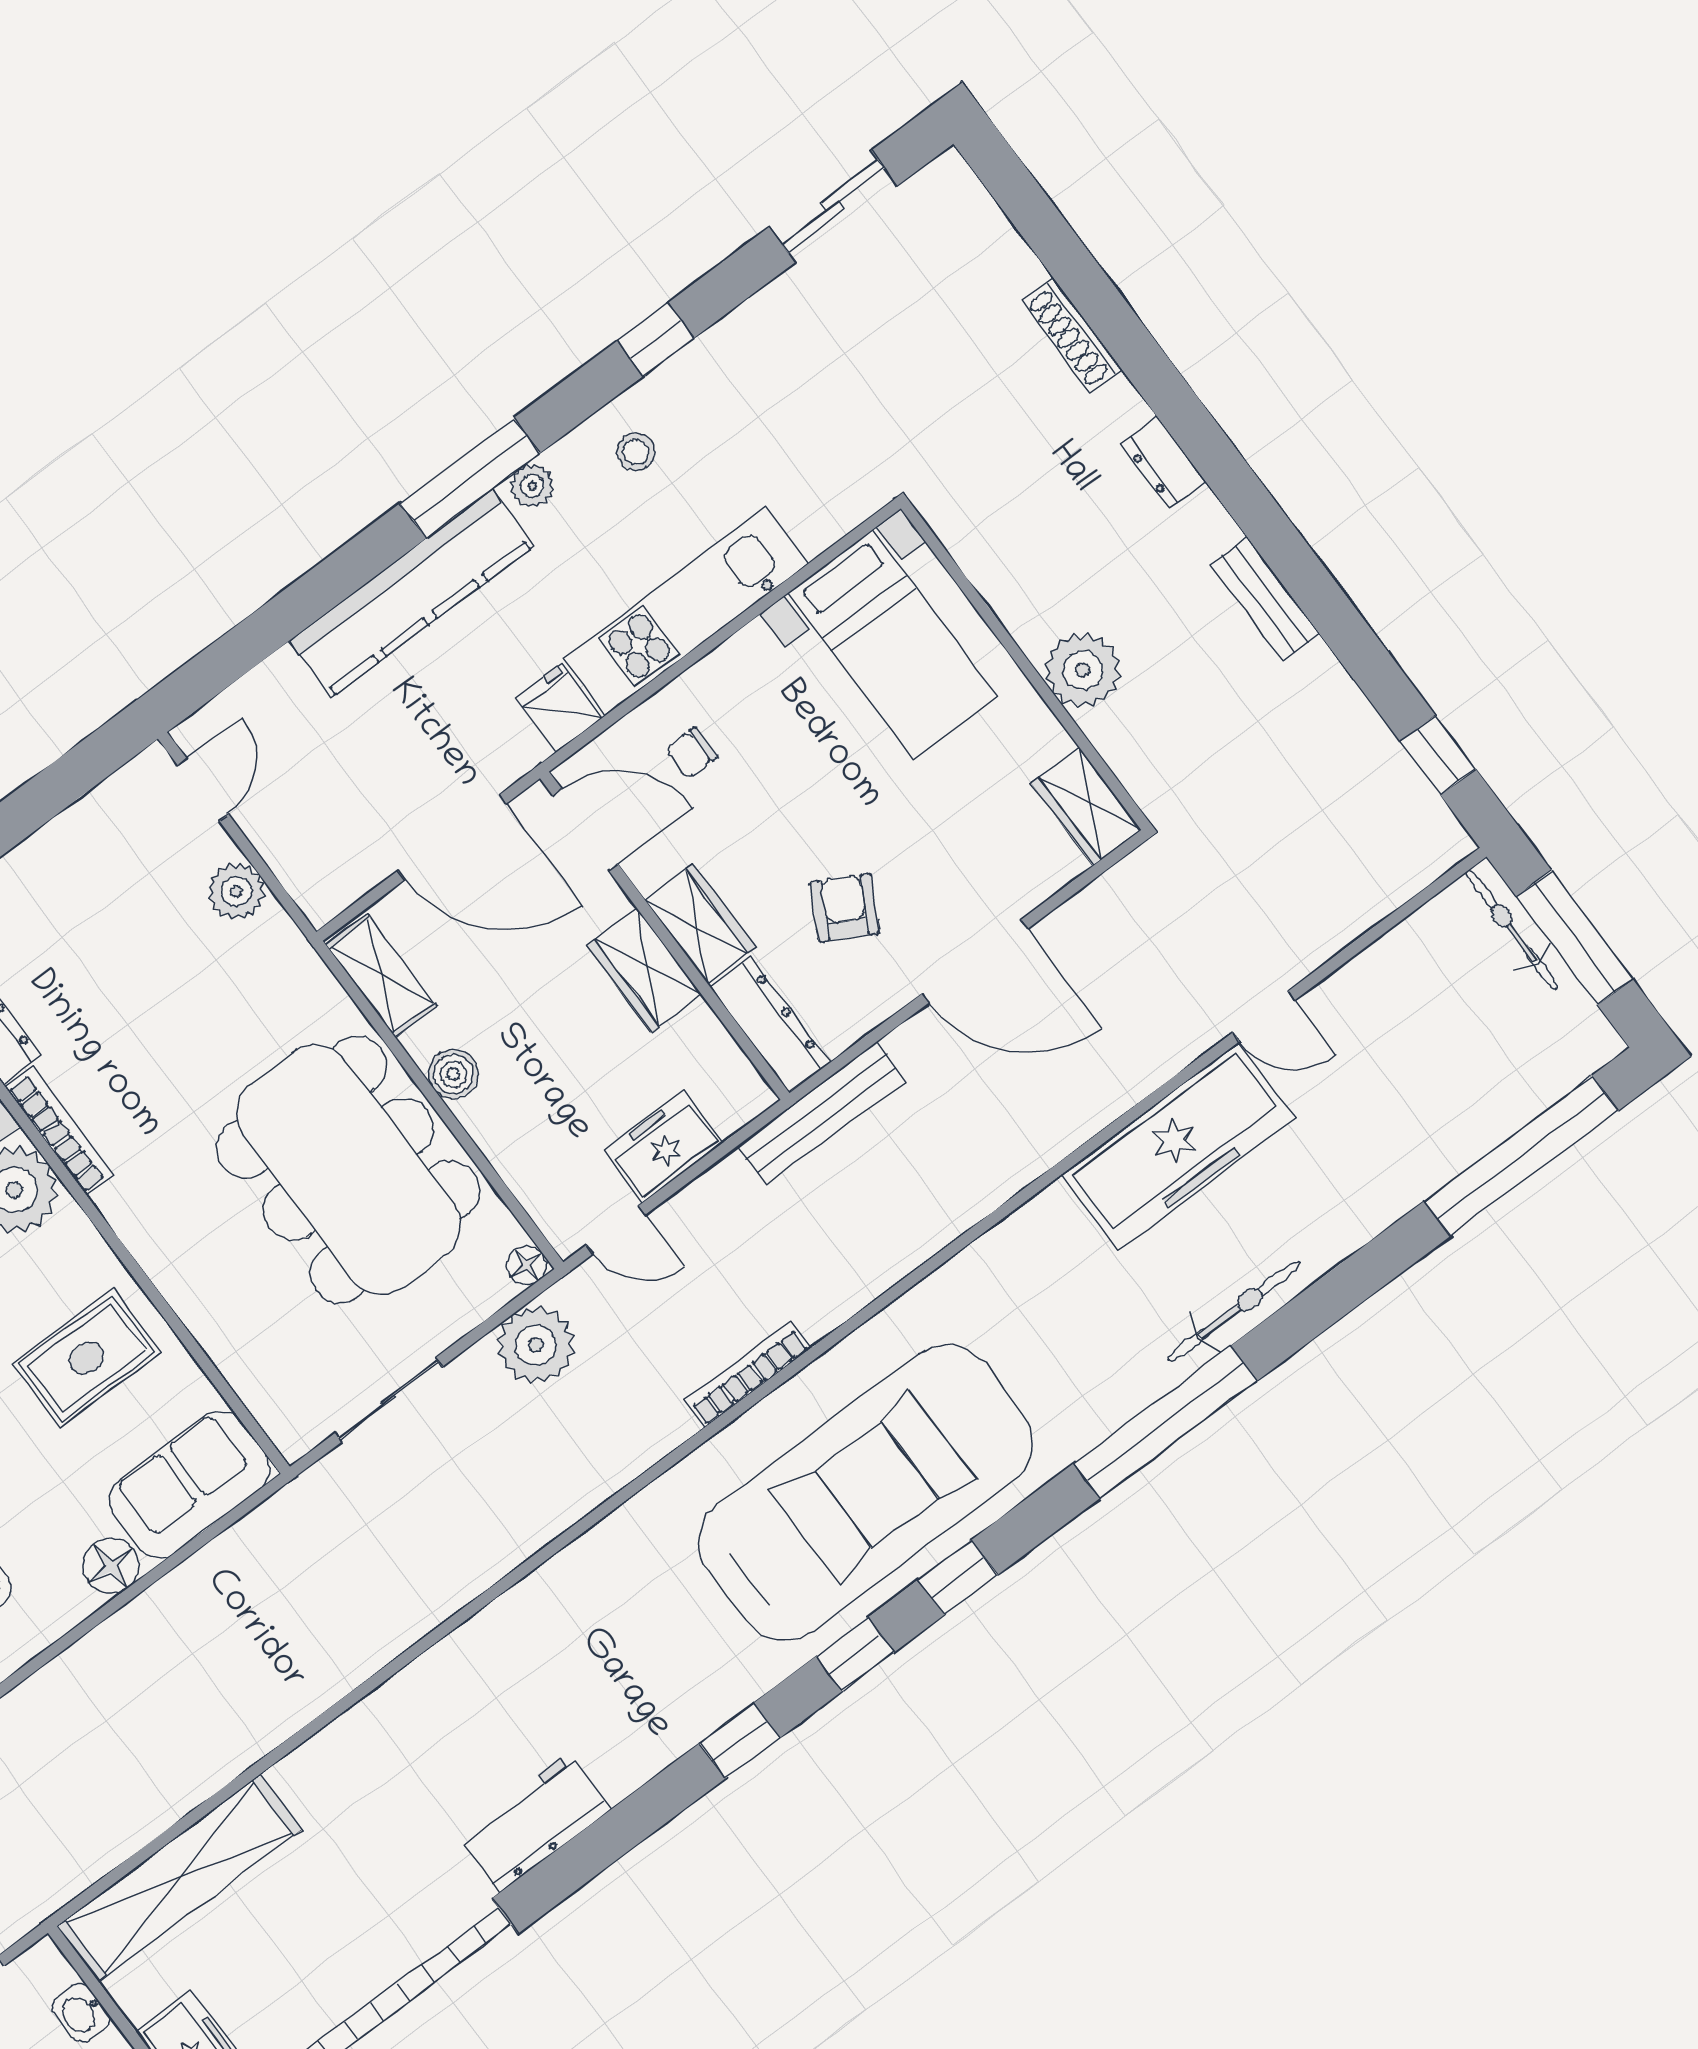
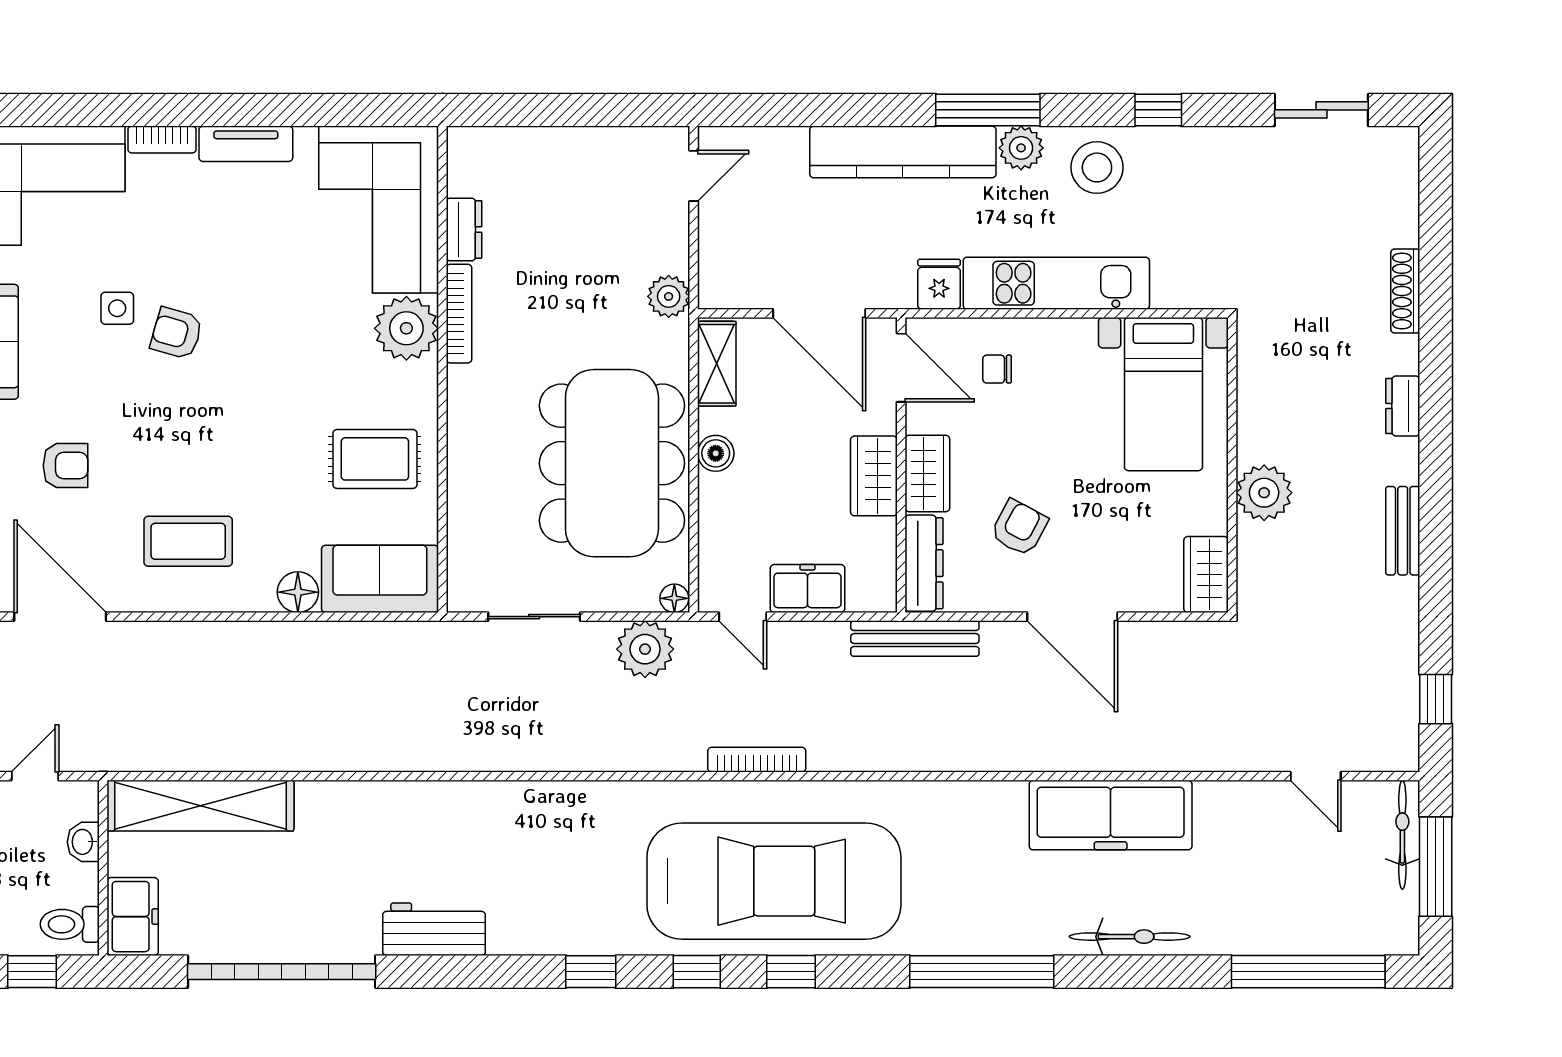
stool: (636, 452) -> (1097, 167), width x1.89, depth x1.89
plant: (532, 486) -> (1021, 148), width x1.38, depth x1.38
plant: (236, 891) -> (669, 296), moved
door: (1264, 1016) -> (1316, 776), moved
bicycle: (1234, 1311) -> (1130, 937), moved

